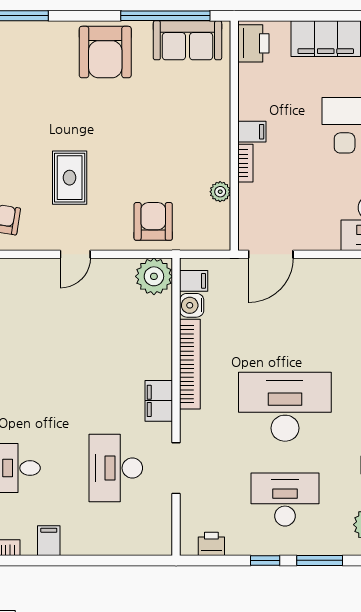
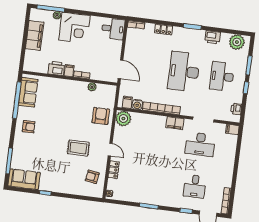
printer: (253, 43) -> (56, 68), moved
armchair: (105, 52) -> (29, 127), width x0.53, depth x0.53
armchair: (153, 221) -> (101, 116), turned 90
locker: (28, 269) -> (114, 170), added
filing cabinet: (49, 541) -> (232, 129), moved

